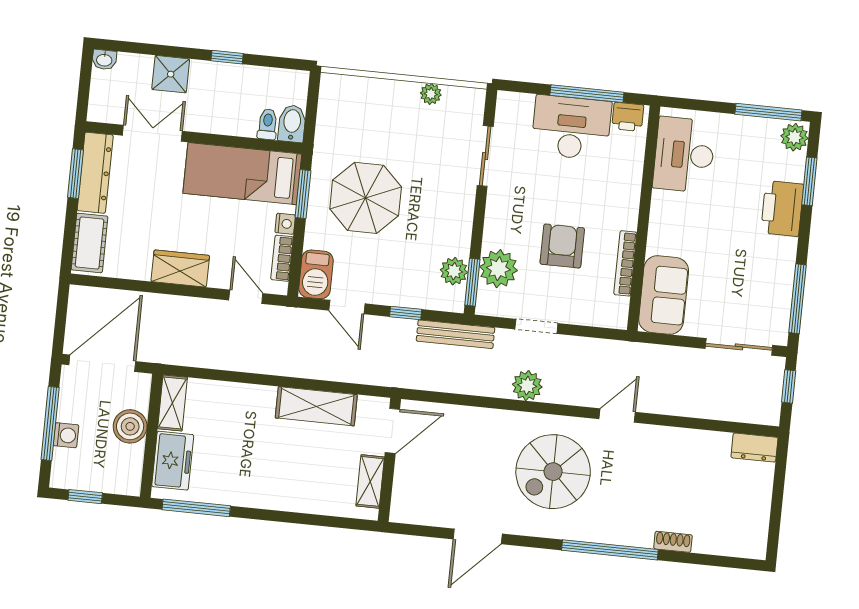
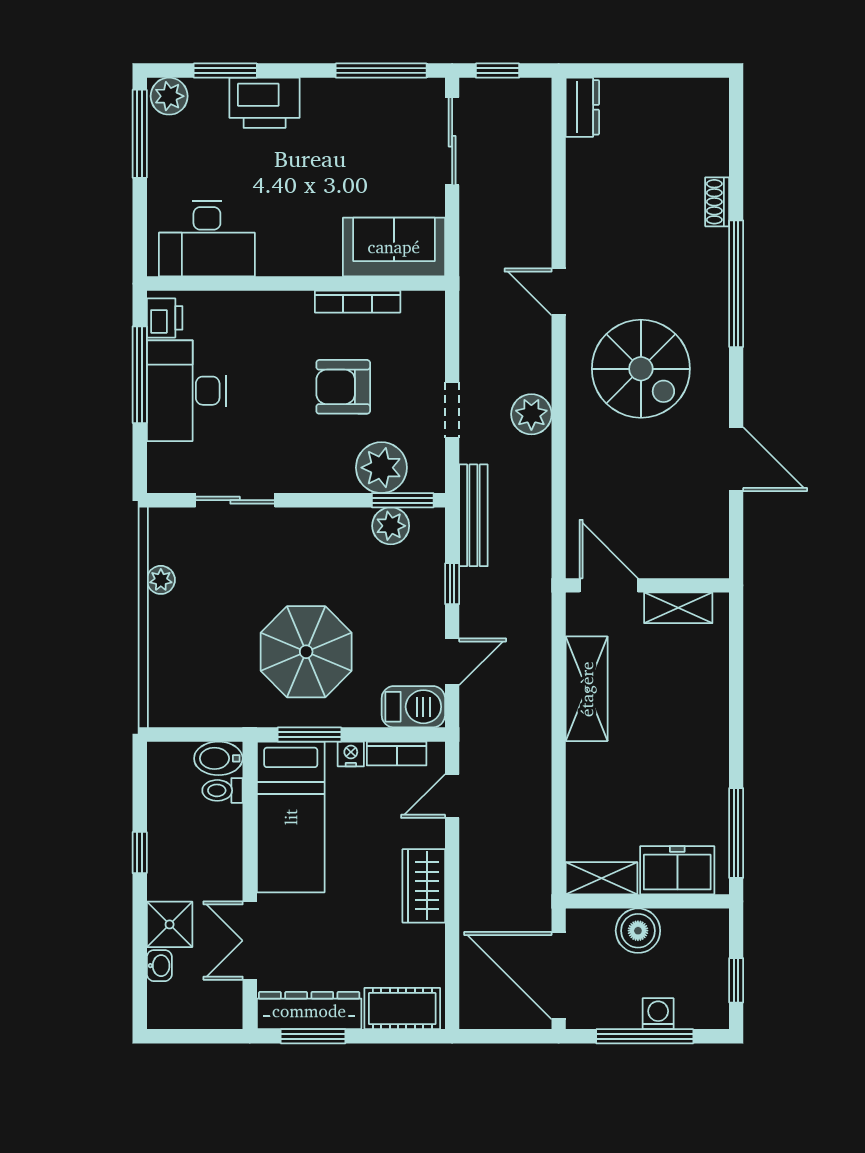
washbasin: (104, 60) -> (159, 966), moved

